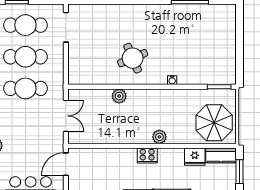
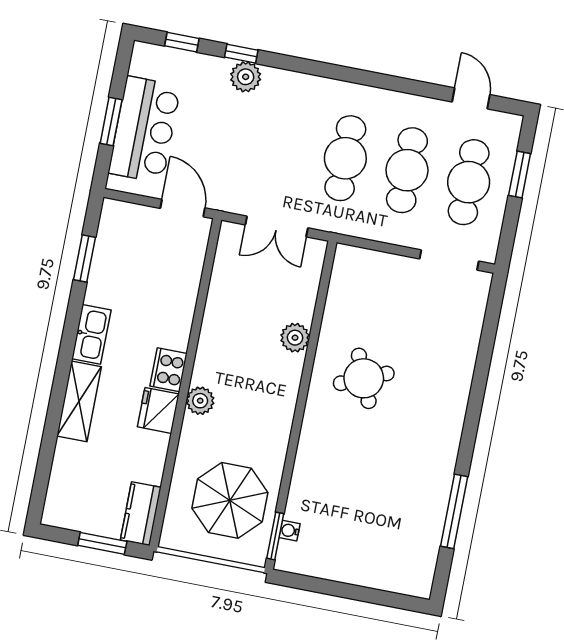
water cooler: (172, 80) -> (290, 531), moved
parasol: (214, 123) -> (230, 500), moved
fridge: (195, 157) -> (158, 410), moved

